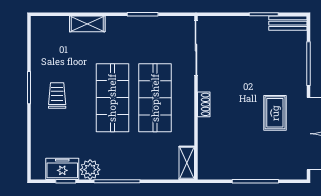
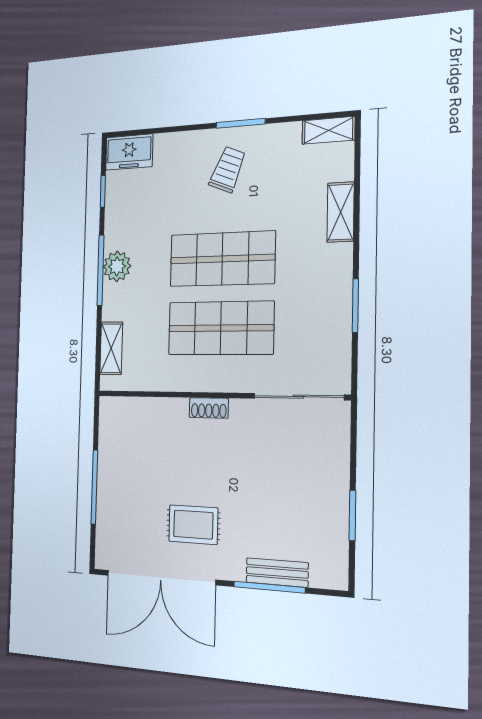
bench: (288, 23) -> (277, 572), moved, turned 90
shelving: (38, 32) -> (328, 130), added
trolley: (57, 95) -> (228, 169), turned -68
shelving: (187, 163) -> (111, 348), moved, turned 90
freezer: (62, 169) -> (129, 152), moved, turned 90
plant: (90, 170) -> (117, 266), moved

